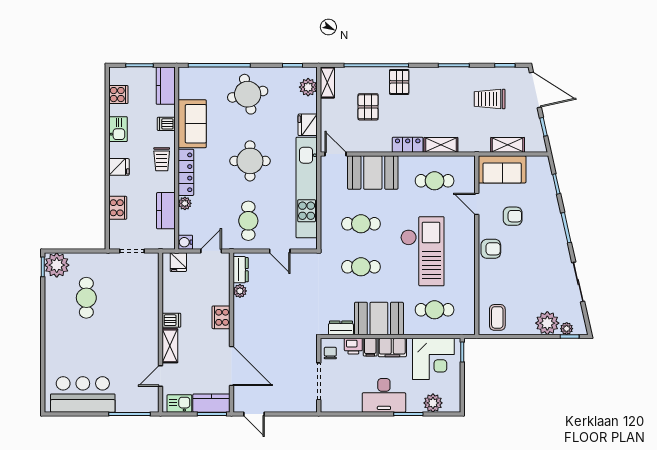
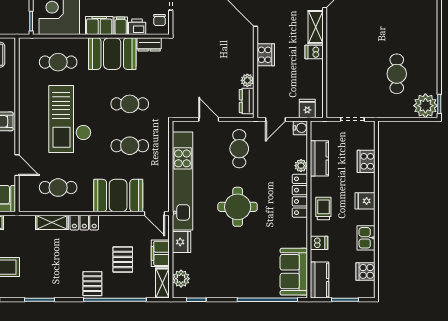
round table: (248, 94) -> (240, 272), removed
filing cabinet: (329, 113) -> (160, 253), added
sofa: (192, 124) -> (294, 272), moved

